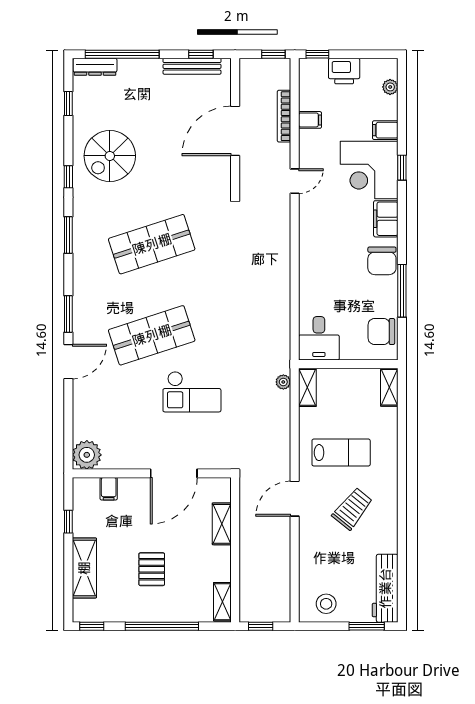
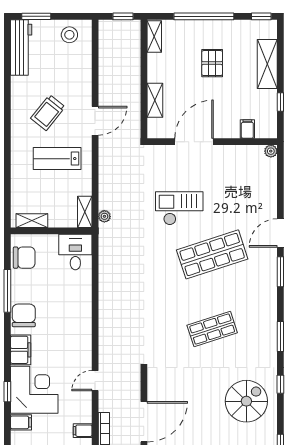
shop shelf: (152, 244) -> (212, 329), width x0.70, depth x0.74
shelving: (389, 387) -> (32, 221), moved, turned 90
plant: (87, 455) -> (271, 151), width x0.53, depth x0.53

